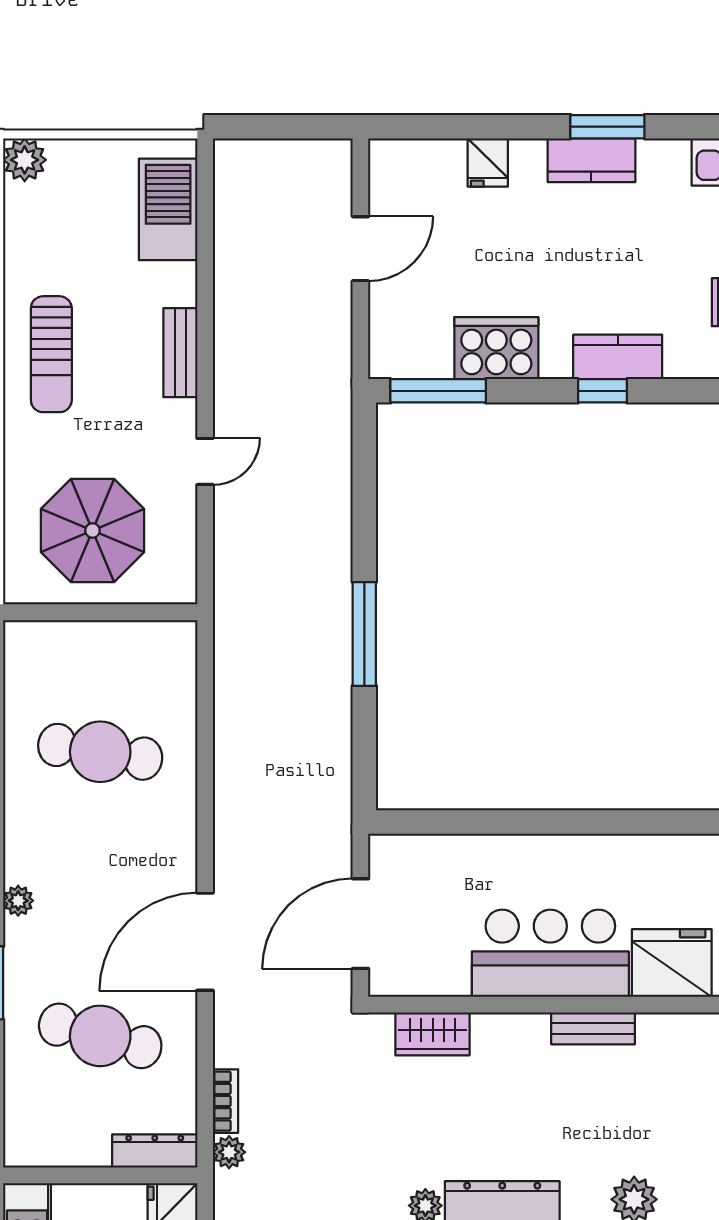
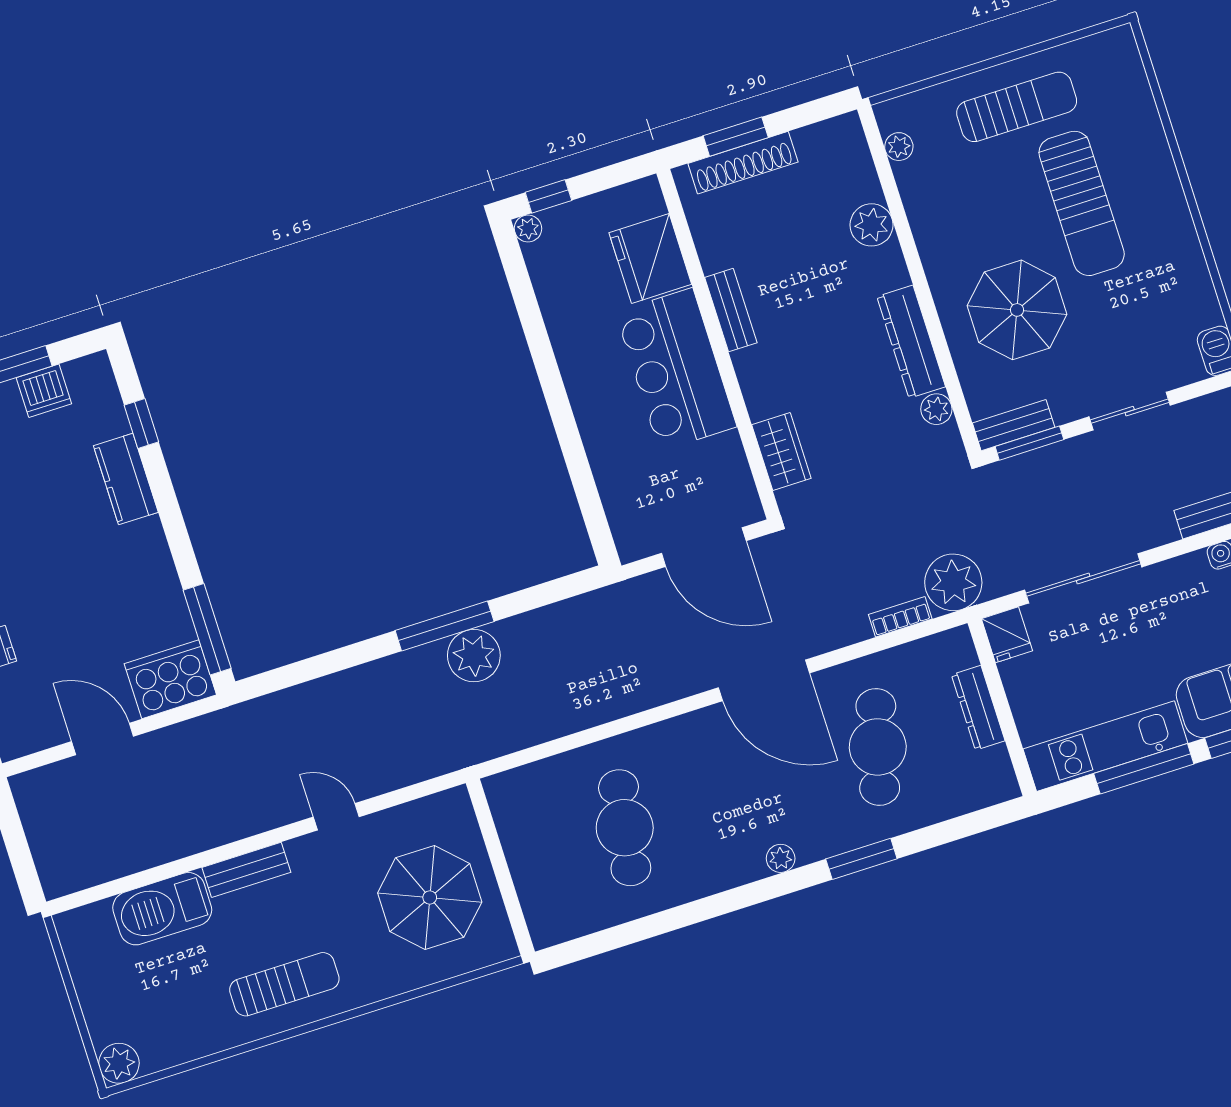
barbecue: (168, 209) -> (162, 909), moved
cooker: (496, 348) -> (170, 679), moved, turned 90
window: (602, 391) -> (141, 424), moved
plant: (325, 654) -> (474, 656), added
dresser: (155, 1151) -> (978, 708), moved
plant: (229, 1152) -> (953, 582), width x1.88, depth x1.88

